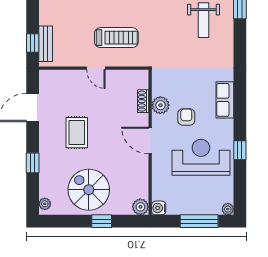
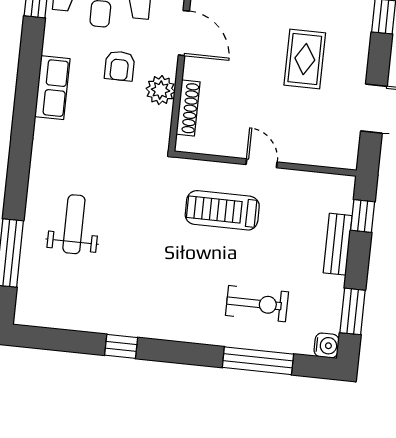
bench: (46, 44) -> (338, 244), moved
shoe rack: (143, 101) -> (188, 108), width x1.43

